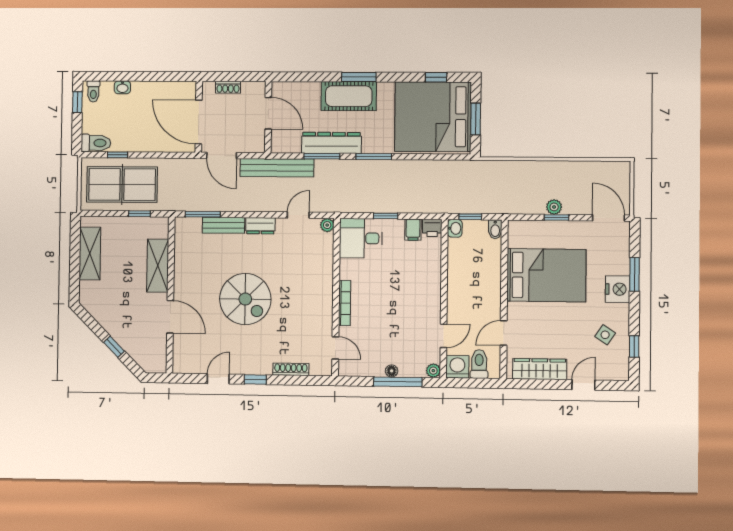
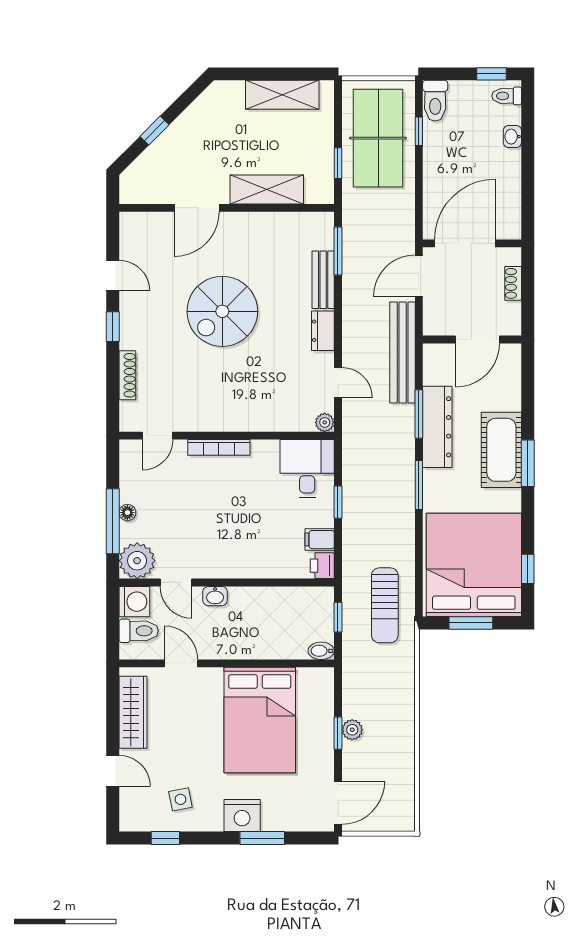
sun lounger: (462, 182) -> (385, 605), added
washbasin: (455, 228) -> (215, 596), moved
side table: (605, 335) -> (180, 799), turned 45
plant: (433, 371) -> (137, 561), width x1.88, depth x1.88

